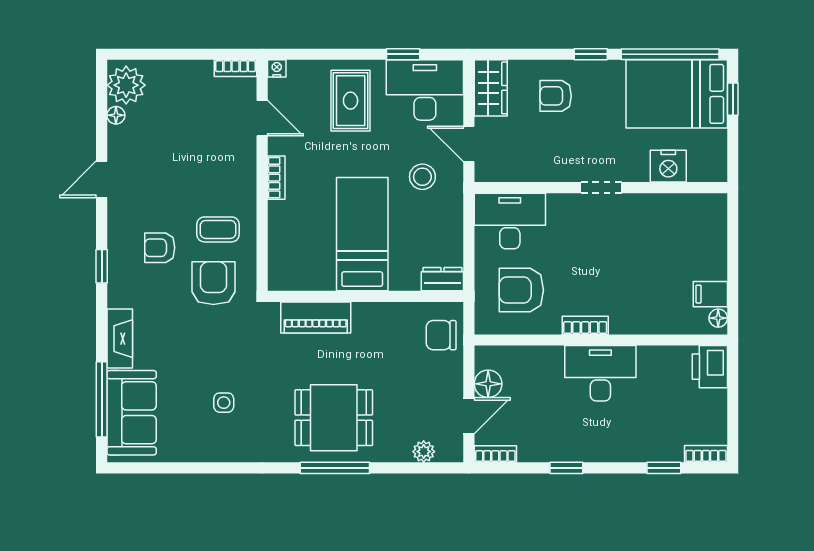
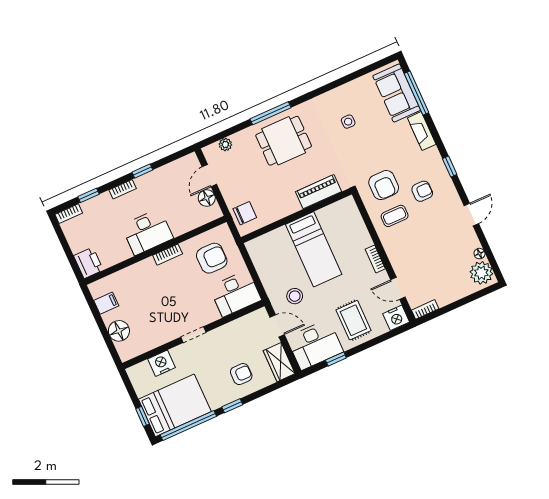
nightstand: (277, 68) -> (396, 318), width x1.89, depth x1.79
dresser: (442, 279) -> (258, 244), removed
floor lamp: (718, 318) -> (119, 331), moved, width x1.89, depth x1.89
bookcase: (495, 454) -> (123, 189), moved

